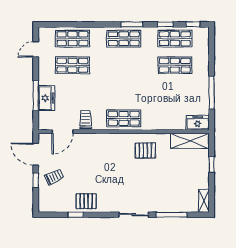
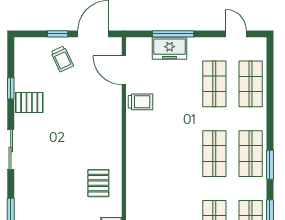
shop shelf: (124, 118) -> (214, 154), moved
pallet: (86, 201) -> (29, 102), turned 90
sliding door: (134, 215) -> (11, 150), moved

